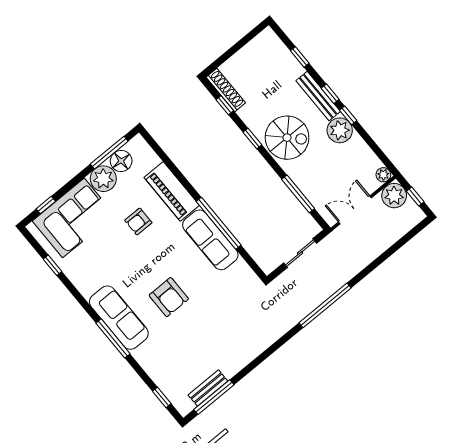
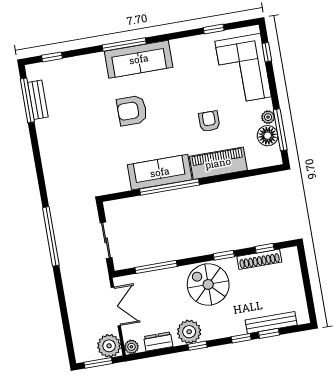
shoe rack: (226, 90) -> (259, 259), moved
window: (330, 94) -> (241, 338), moved
bench: (318, 96) -> (271, 323), moved
spiral stairs: (287, 138) -> (208, 284), turned 90
dresser: (365, 153) -> (158, 342), added
plant: (103, 179) -> (268, 117), width x0.53, depth x0.53
window: (415, 197) -> (98, 363), width x1.50

